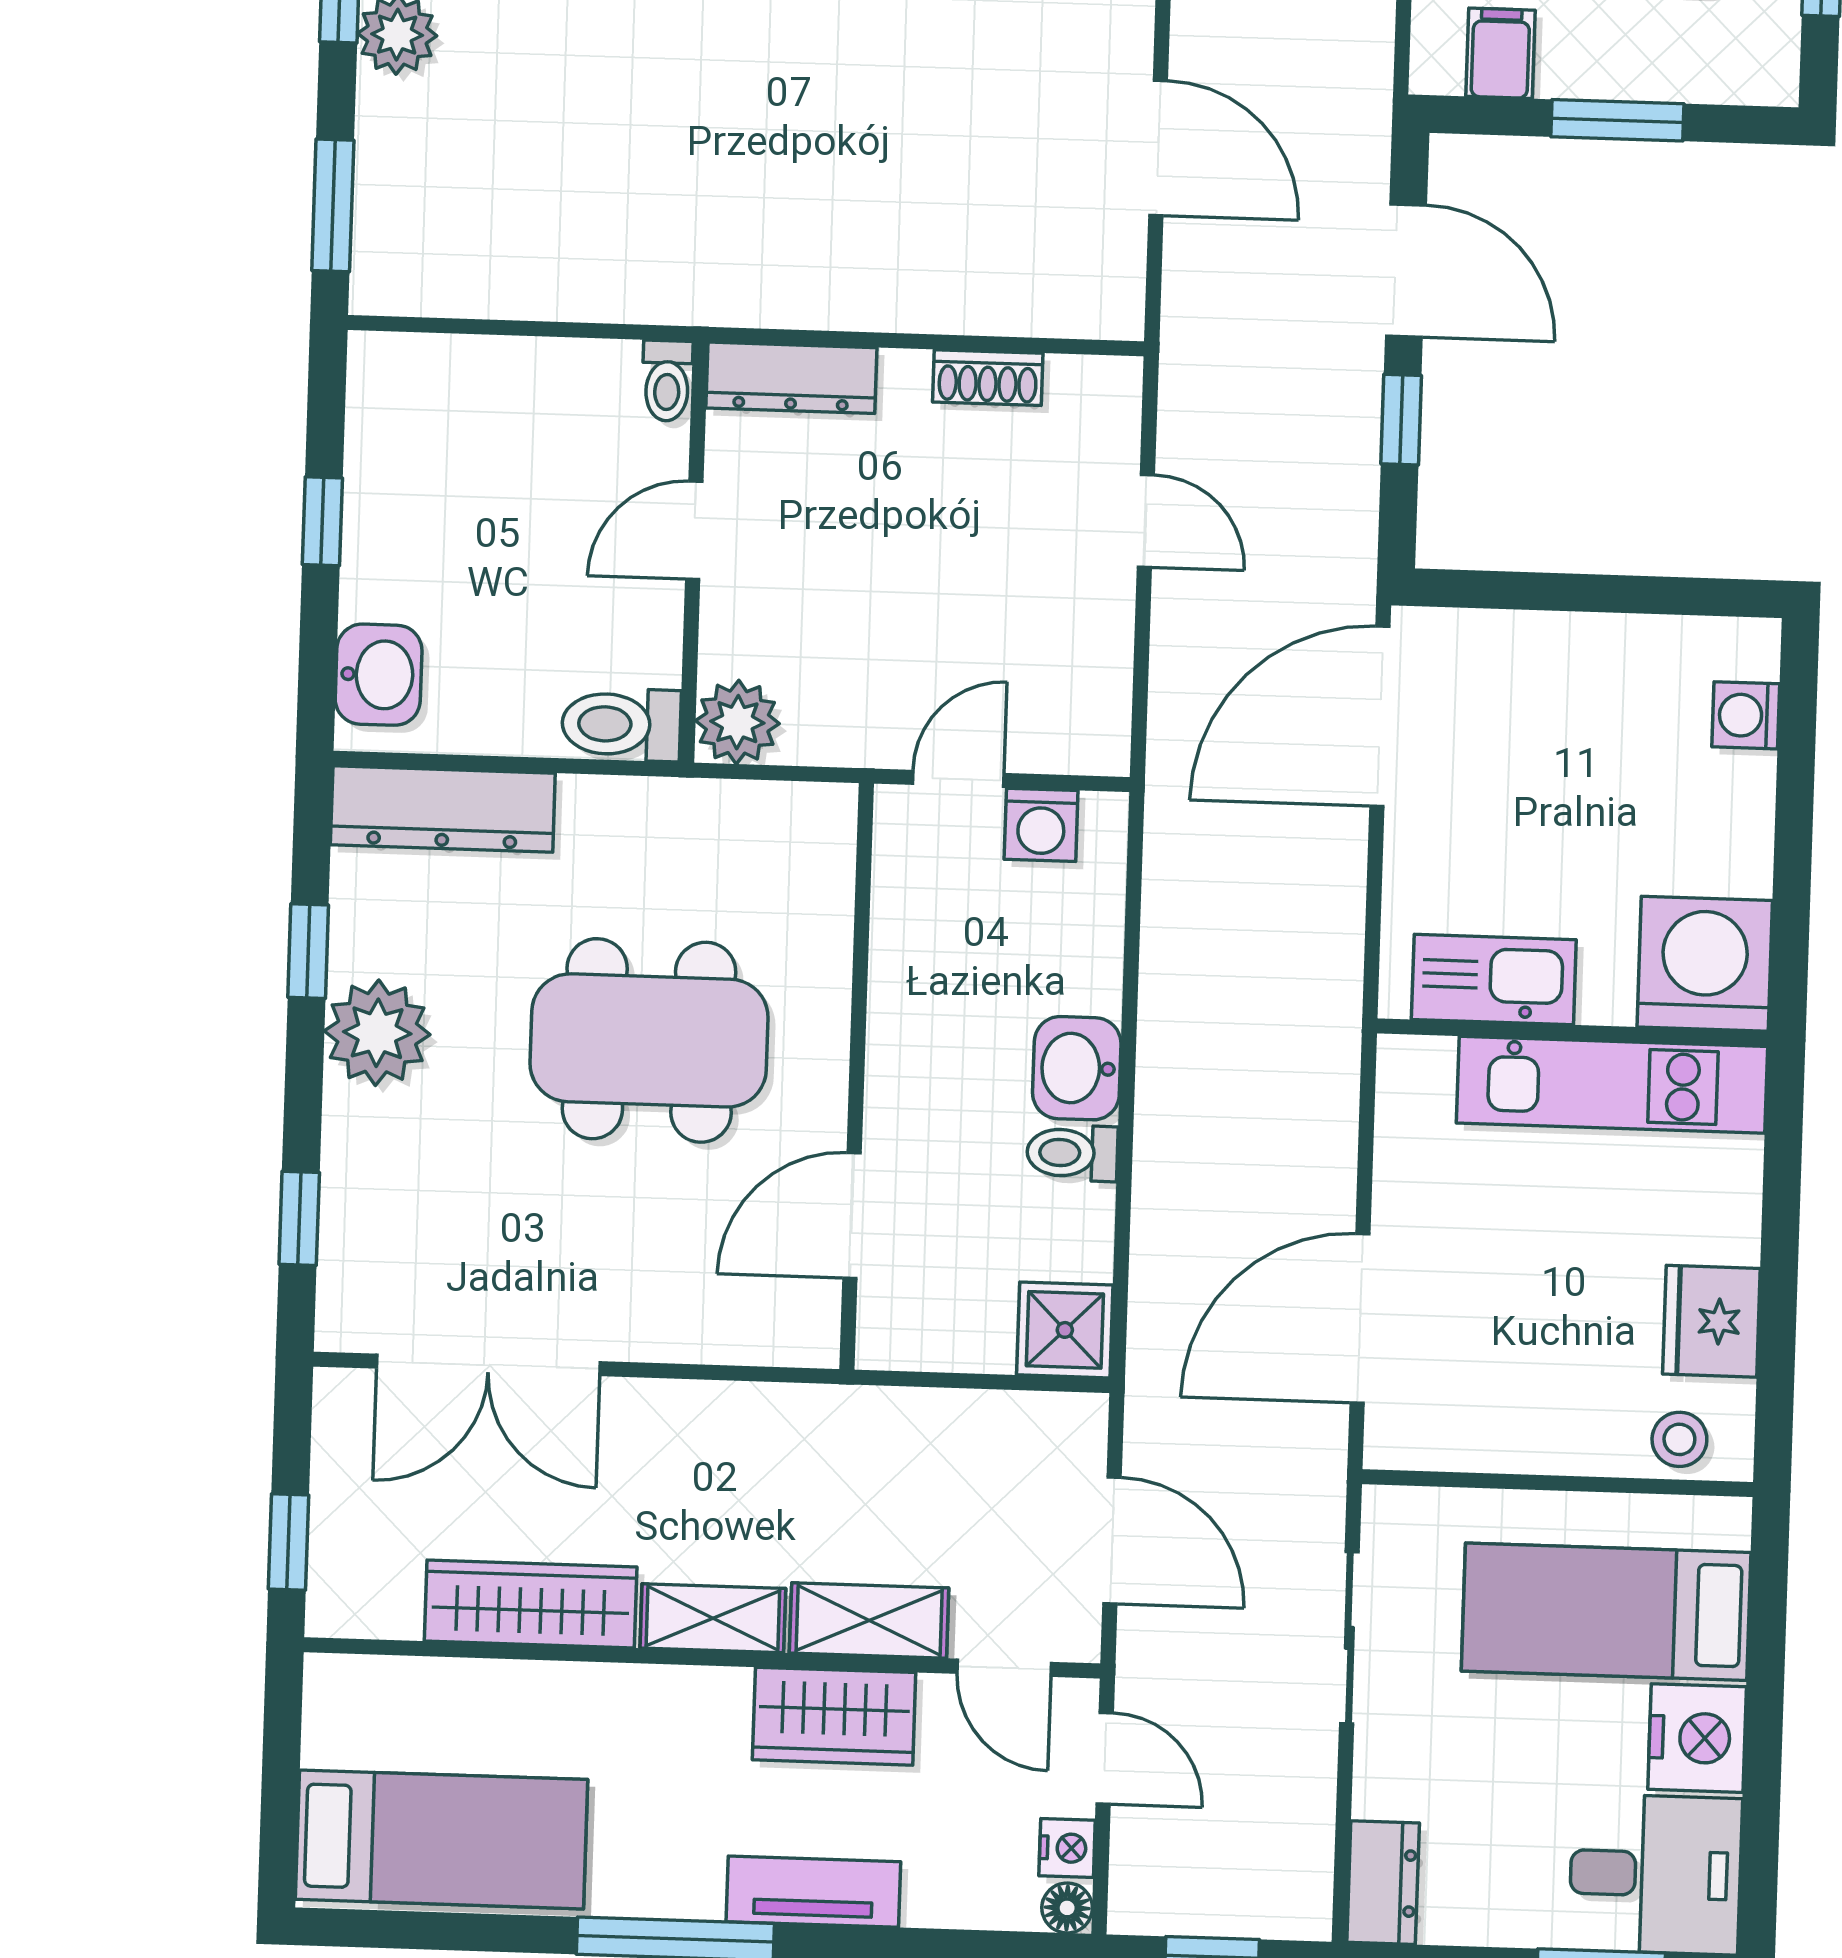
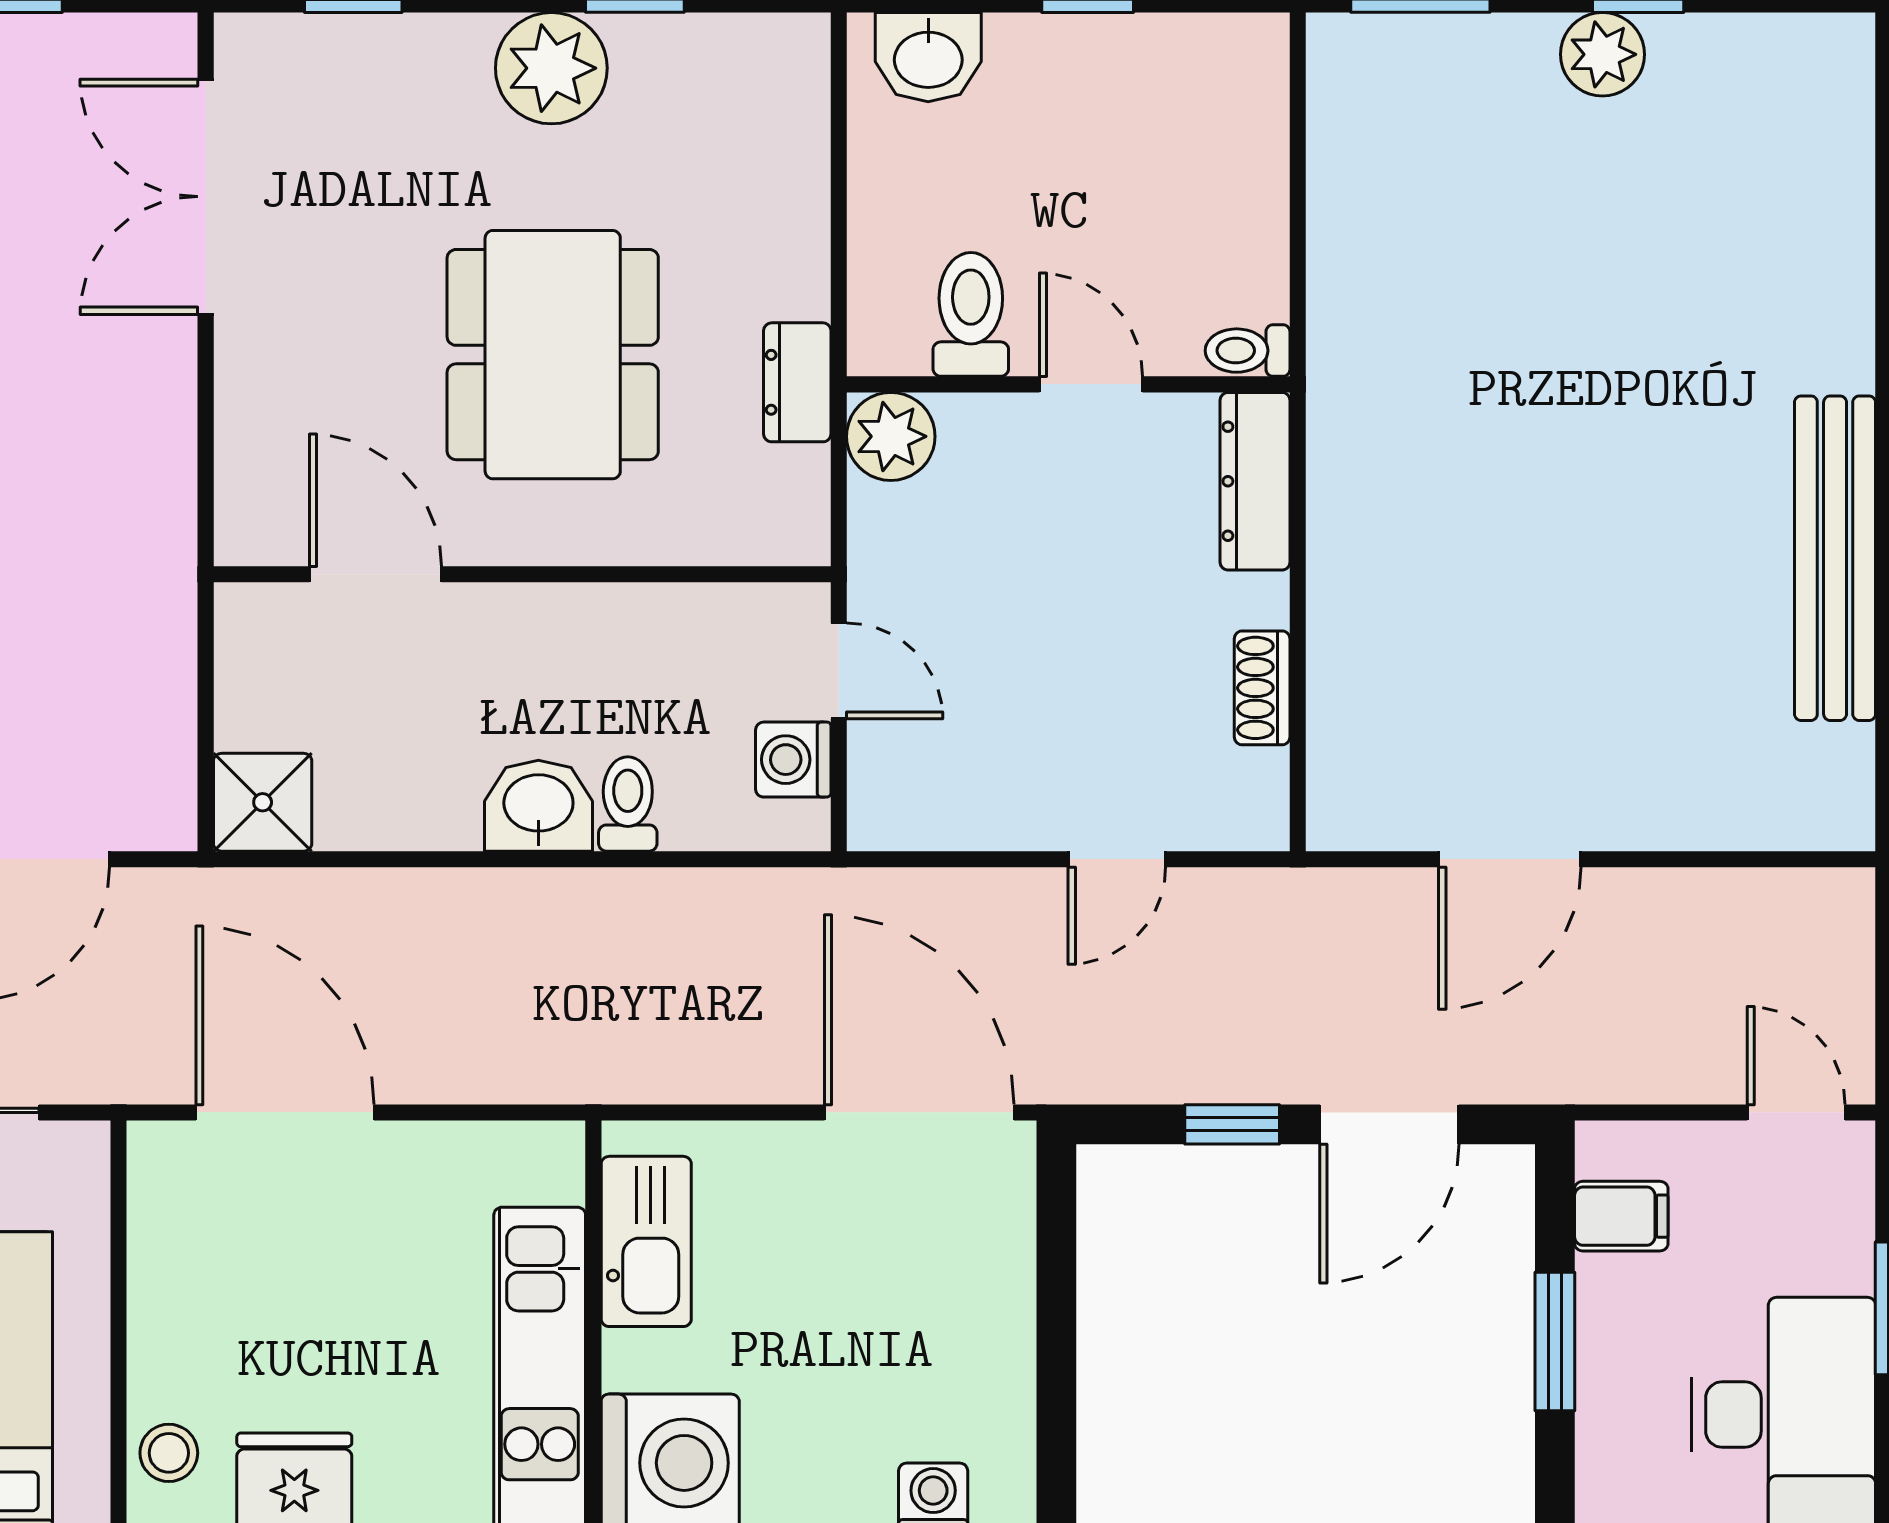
toilet: (621, 724) -> (971, 314), moved
dresser: (443, 809) -> (797, 382), moved, width x0.51, depth x0.80
toilet: (1072, 1153) -> (628, 804), moved

